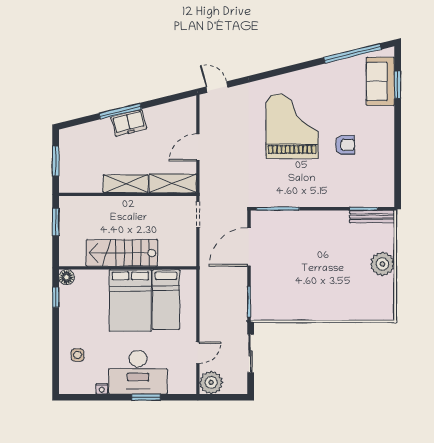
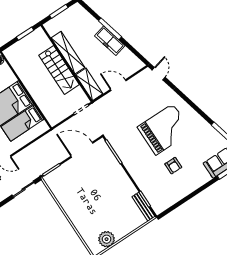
freezer: (129, 123) -> (110, 41), width x1.40
shelving: (126, 184) -> (68, 53), width x1.47
stairs: (122, 253) -> (59, 70), moved, turned 180
plant: (382, 264) -> (107, 239), moved

